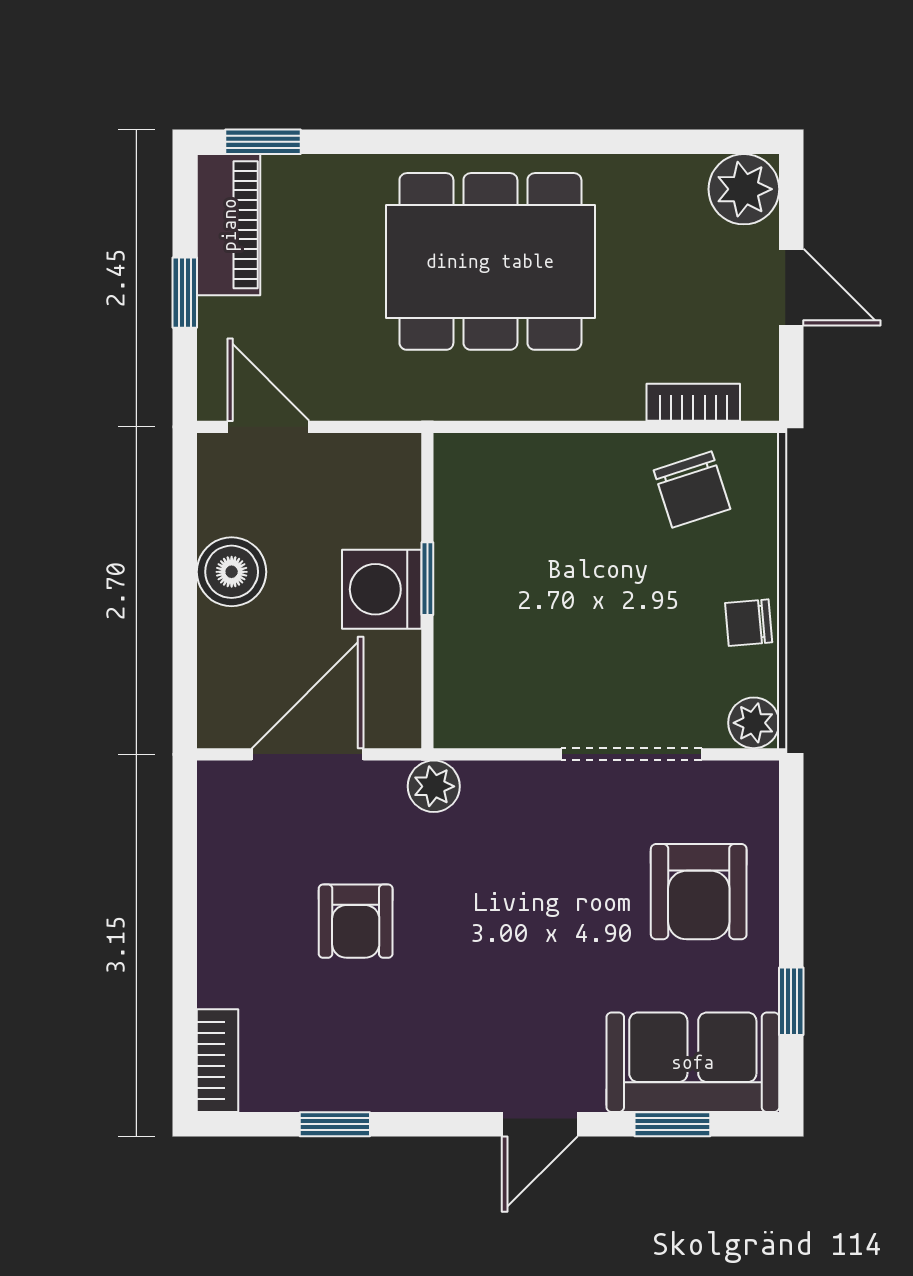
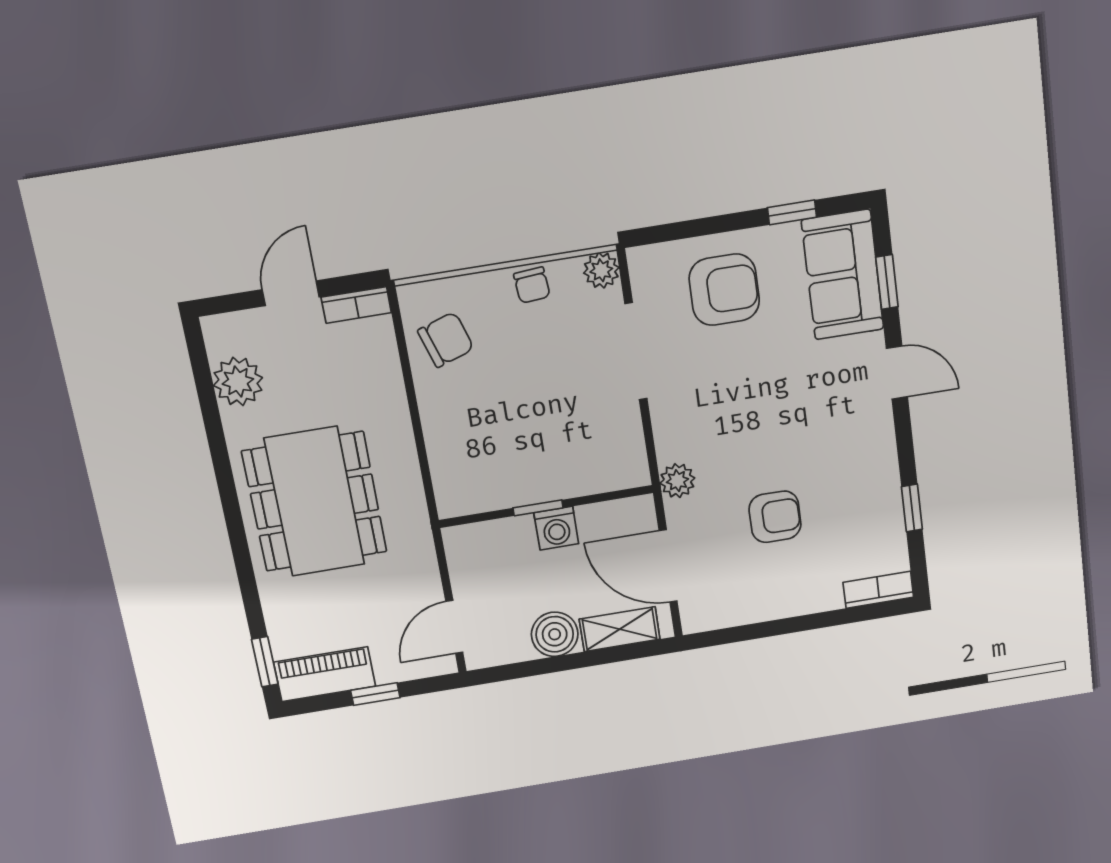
plant: (744, 189) -> (238, 382), moved
bookcase: (693, 402) -> (356, 305), moved, turned -90
washing machine: (382, 589) -> (556, 528), width x0.73, depth x0.73
shelving: (223, 669) -> (620, 629), added

